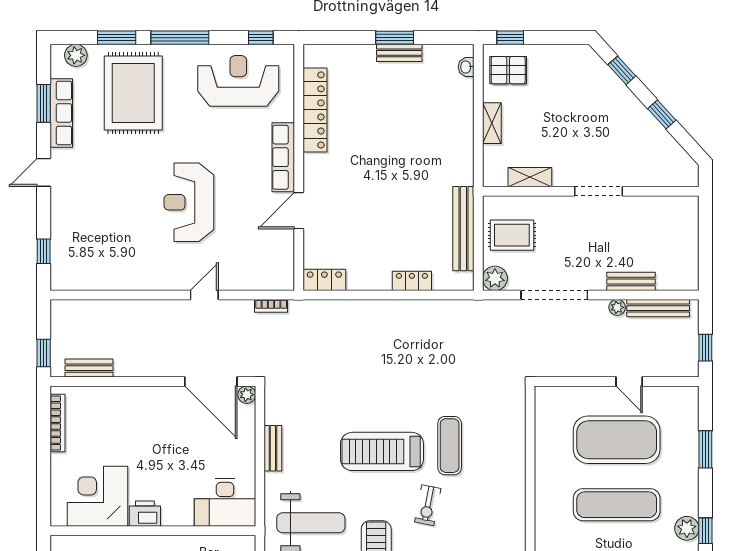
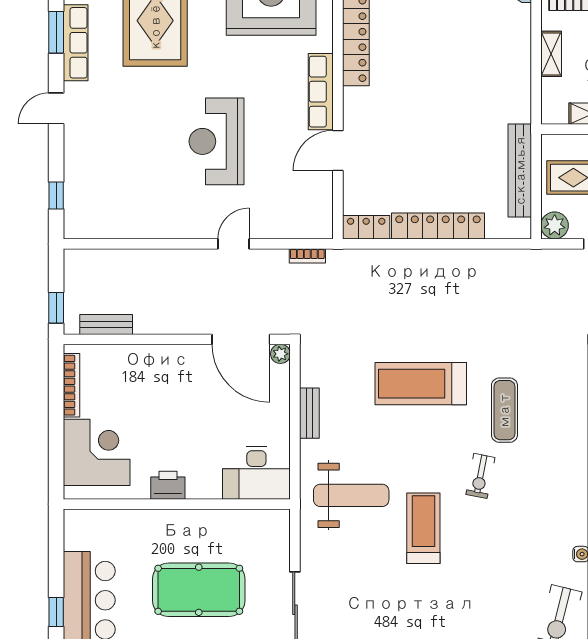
locker: (412, 281) -> (438, 226), width x2.16, depth x1.21
treadmill: (382, 451) -> (421, 384), moved
corner desk: (97, 496) -> (97, 452), moved, turned 90

